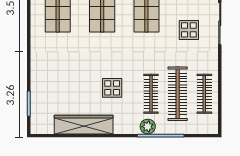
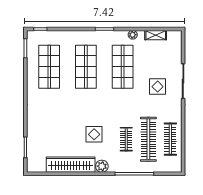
clothes rail: (151, 94) -> (126, 139), width x0.73
plant: (148, 127) -> (102, 166), moved

